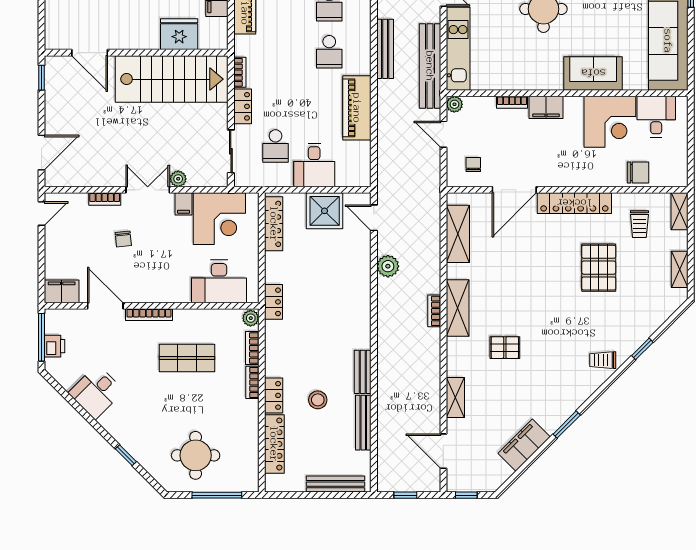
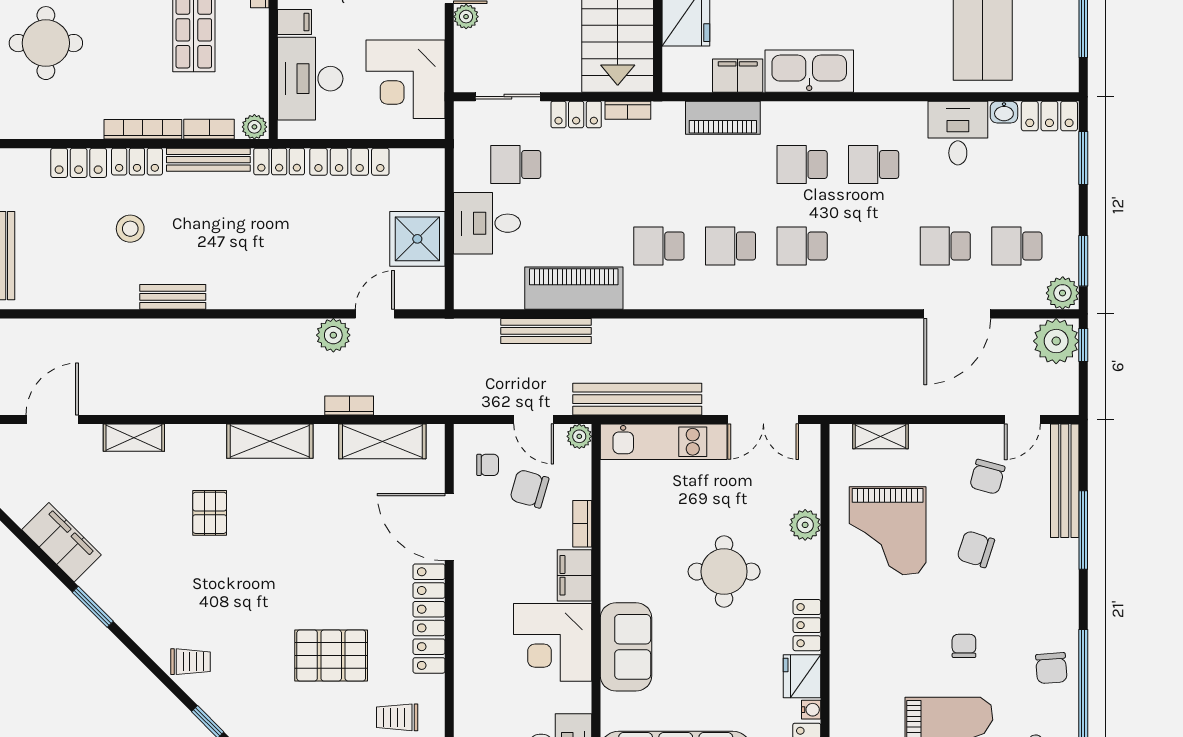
bench: (385, 49) -> (546, 331), moved
corner desk: (610, 122) -> (553, 642), moved
door: (443, 134) -> (534, 420), swing flipped
chair: (638, 172) -> (529, 489), moved, turned 106
filing cabinet: (184, 204) -> (295, 22), moved, turned 180
door: (374, 218) -> (375, 314), moved
locker: (274, 224) -> (349, 162), moved
bookcase: (434, 311) -> (349, 405), moved
trolley: (603, 360) -> (191, 662), turned 90
bookcase: (252, 382) -> (143, 129), width x1.56
bench: (363, 423) -> (208, 160), moved
locker: (274, 444) -> (79, 163), width x0.66

